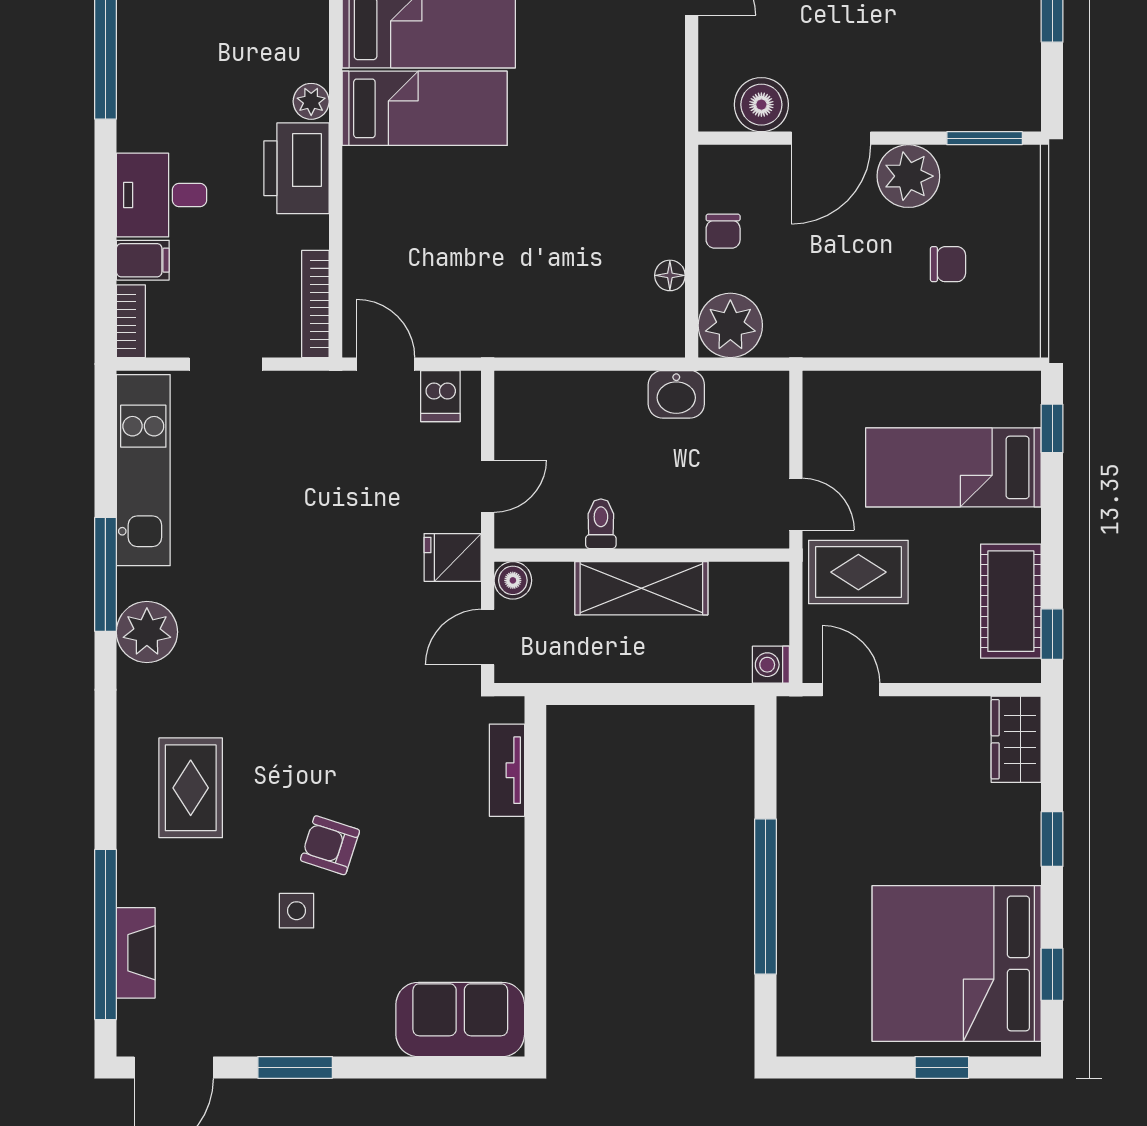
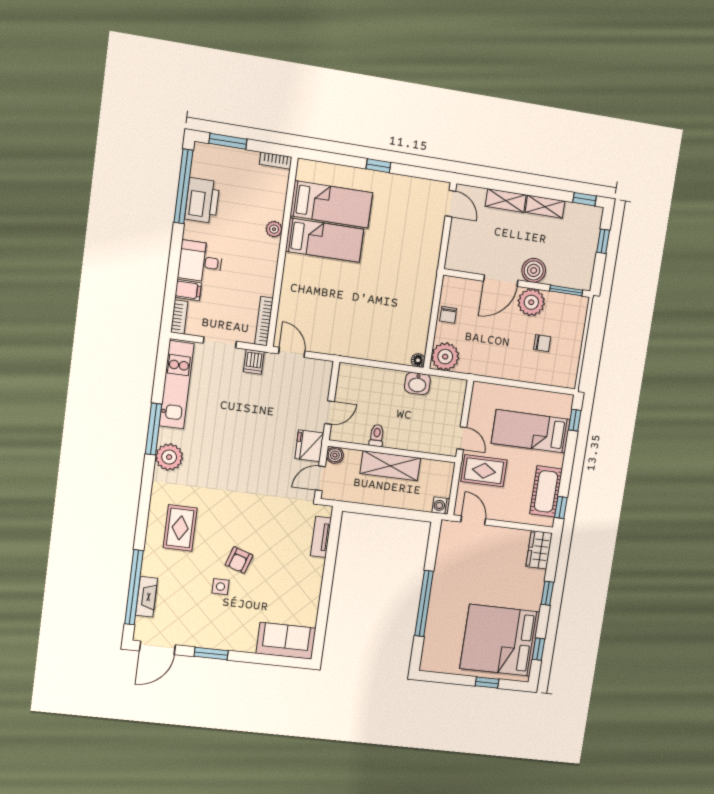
boiler: (761, 105) -> (534, 270), moved
printer: (296, 168) -> (202, 201), moved, turned 180
floor lamp: (670, 275) -> (418, 360), moved
dishwasher: (440, 396) -> (254, 362), moved
fridge: (453, 557) -> (309, 446), width x1.38
armchair: (330, 845) -> (239, 560), turned -90

